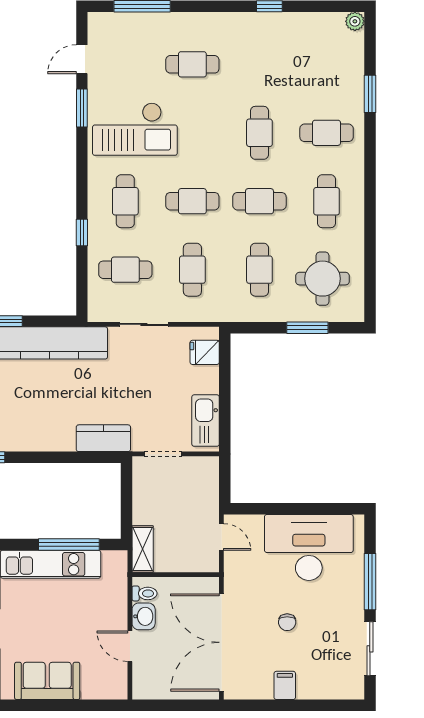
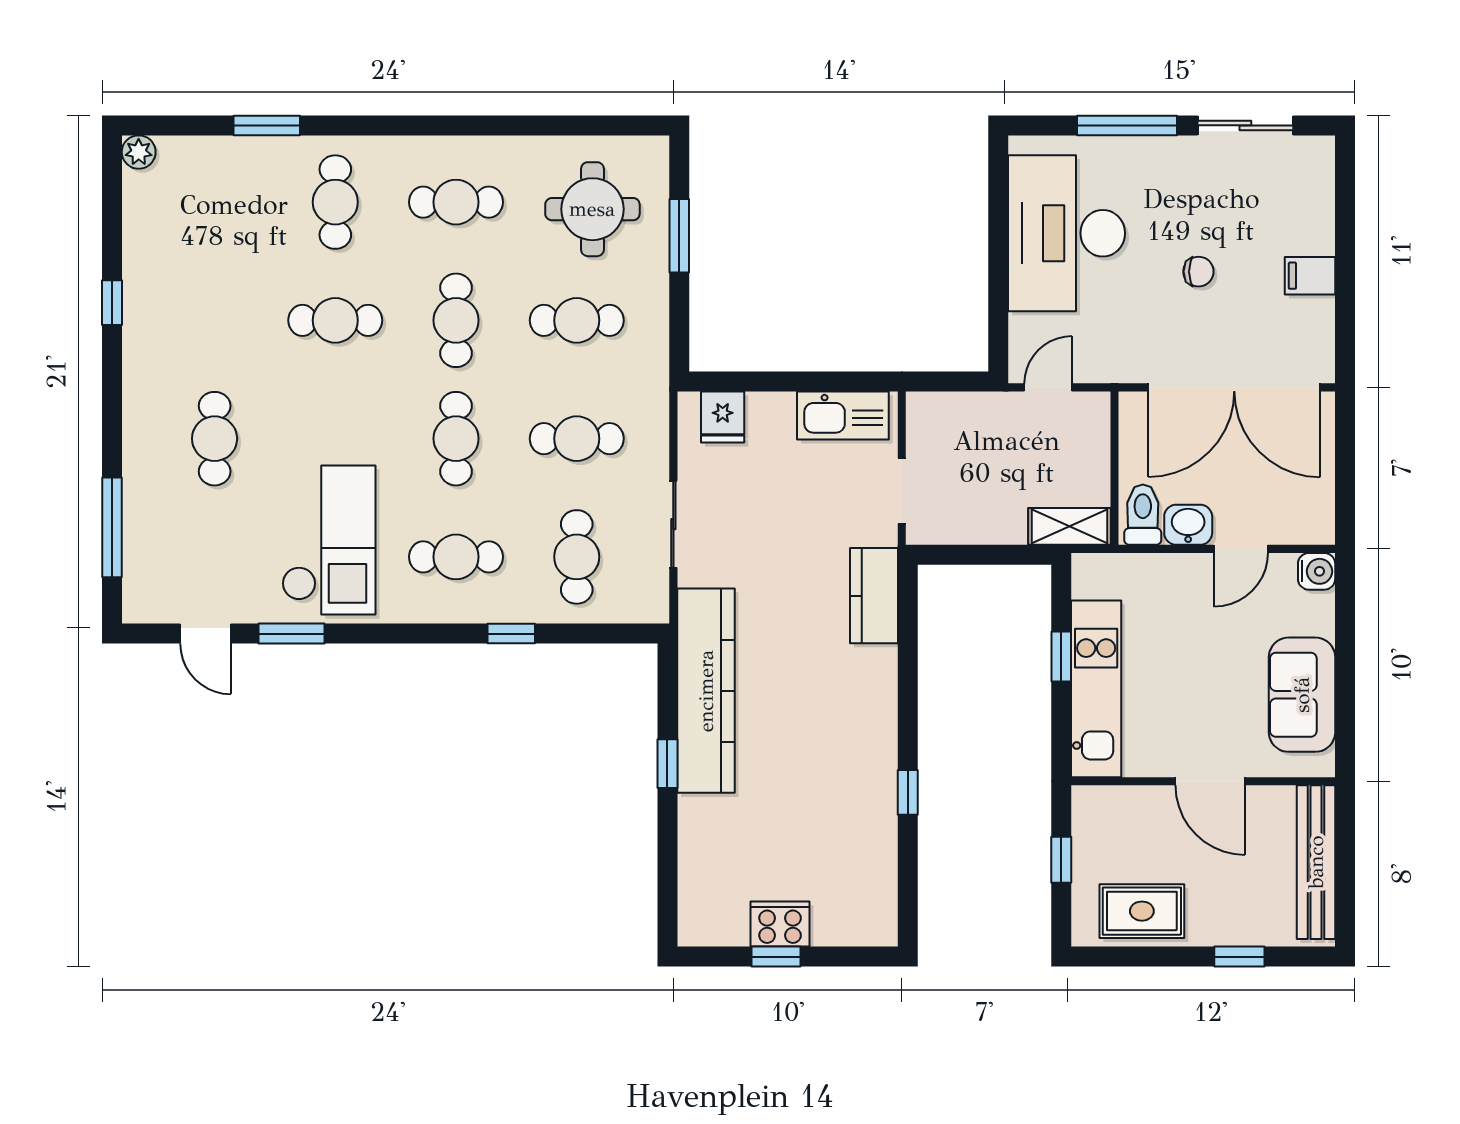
window: (69, 544) -> (1061, 657), width x0.46
toilet: (145, 593) -> (1143, 515), width x1.37, depth x1.39
water cooler: (117, 689) -> (1317, 571), added

